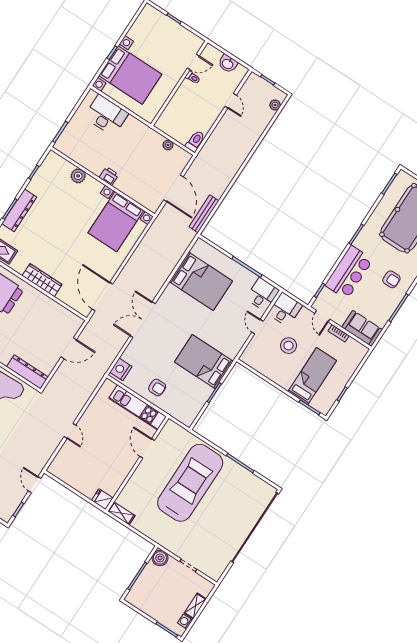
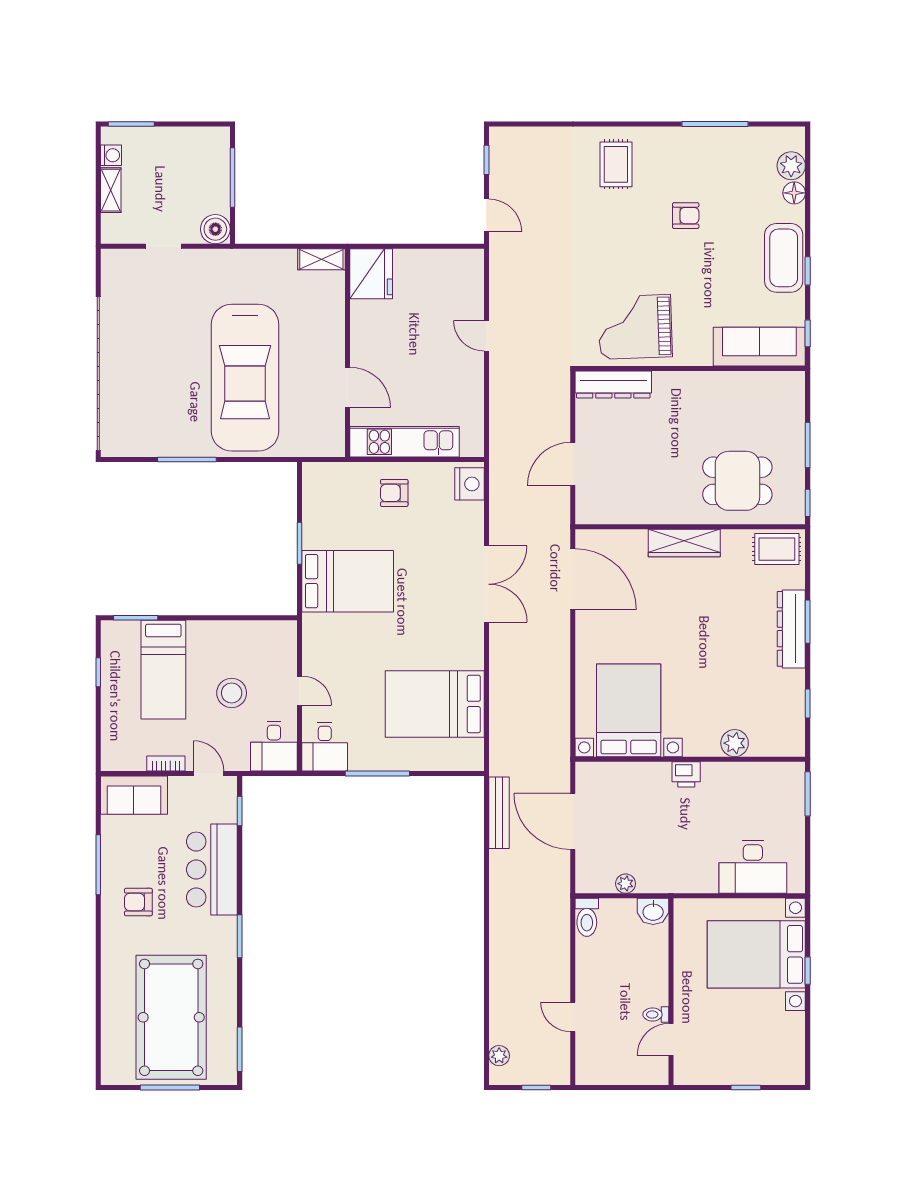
washbasin: (228, 64) -> (653, 911), moved, turned 180
fridge: (102, 499) -> (371, 274), width x1.88, depth x1.34

